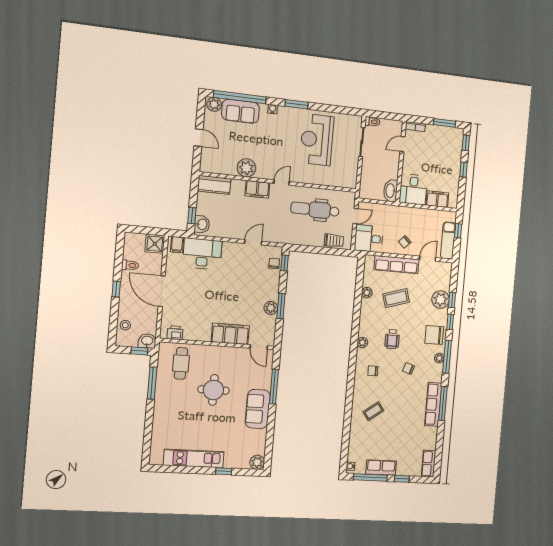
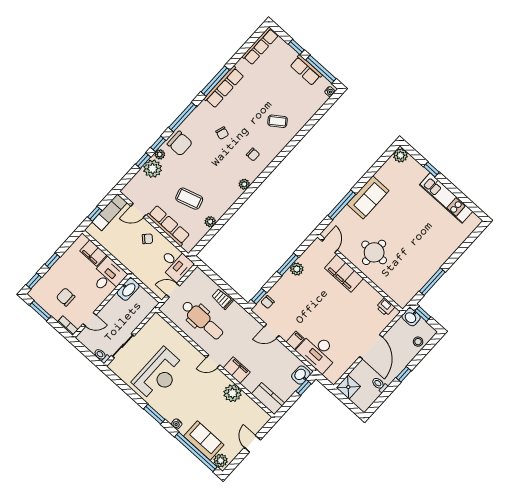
chair: (433, 148) -> (66, 297), added
trolley: (334, 240) -> (222, 299), moved
filing cabinet: (177, 245) -> (295, 340), moved
wheelchair: (392, 339) -> (218, 168), removed
plant: (439, 358) -> (160, 154), moved
cafe table: (181, 363) -> (399, 280), removed
round table: (213, 390) -> (374, 252), moved
row of seats: (429, 464) -> (260, 46), width x1.48

